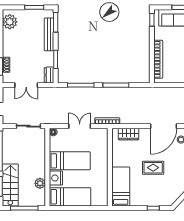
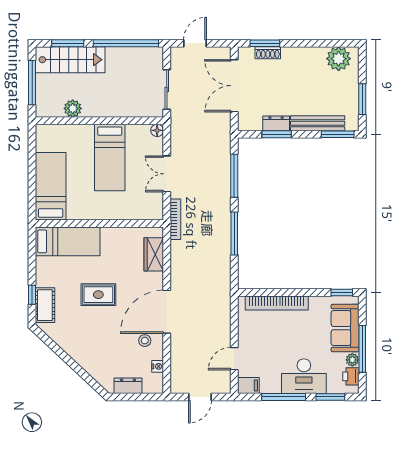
dresser: (49, 75) -> (276, 123), moved
double door: (26, 85) -> (234, 86), width x1.37
double door: (80, 126) -> (167, 174), swing flipped
door: (163, 126) -> (167, 312), hinge flipped
rug: (153, 168) -> (98, 295), turned 90
nightstand: (56, 178) -> (81, 135), removed
bed: (70, 197) -> (51, 186), moved, turned 180
cot: (159, 200) -> (45, 305), added

